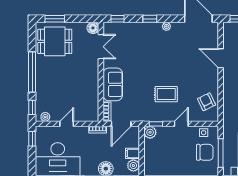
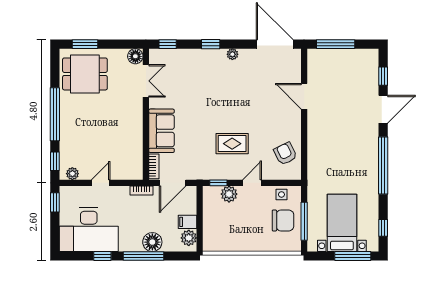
plant: (150, 132) -> (229, 194), moved

